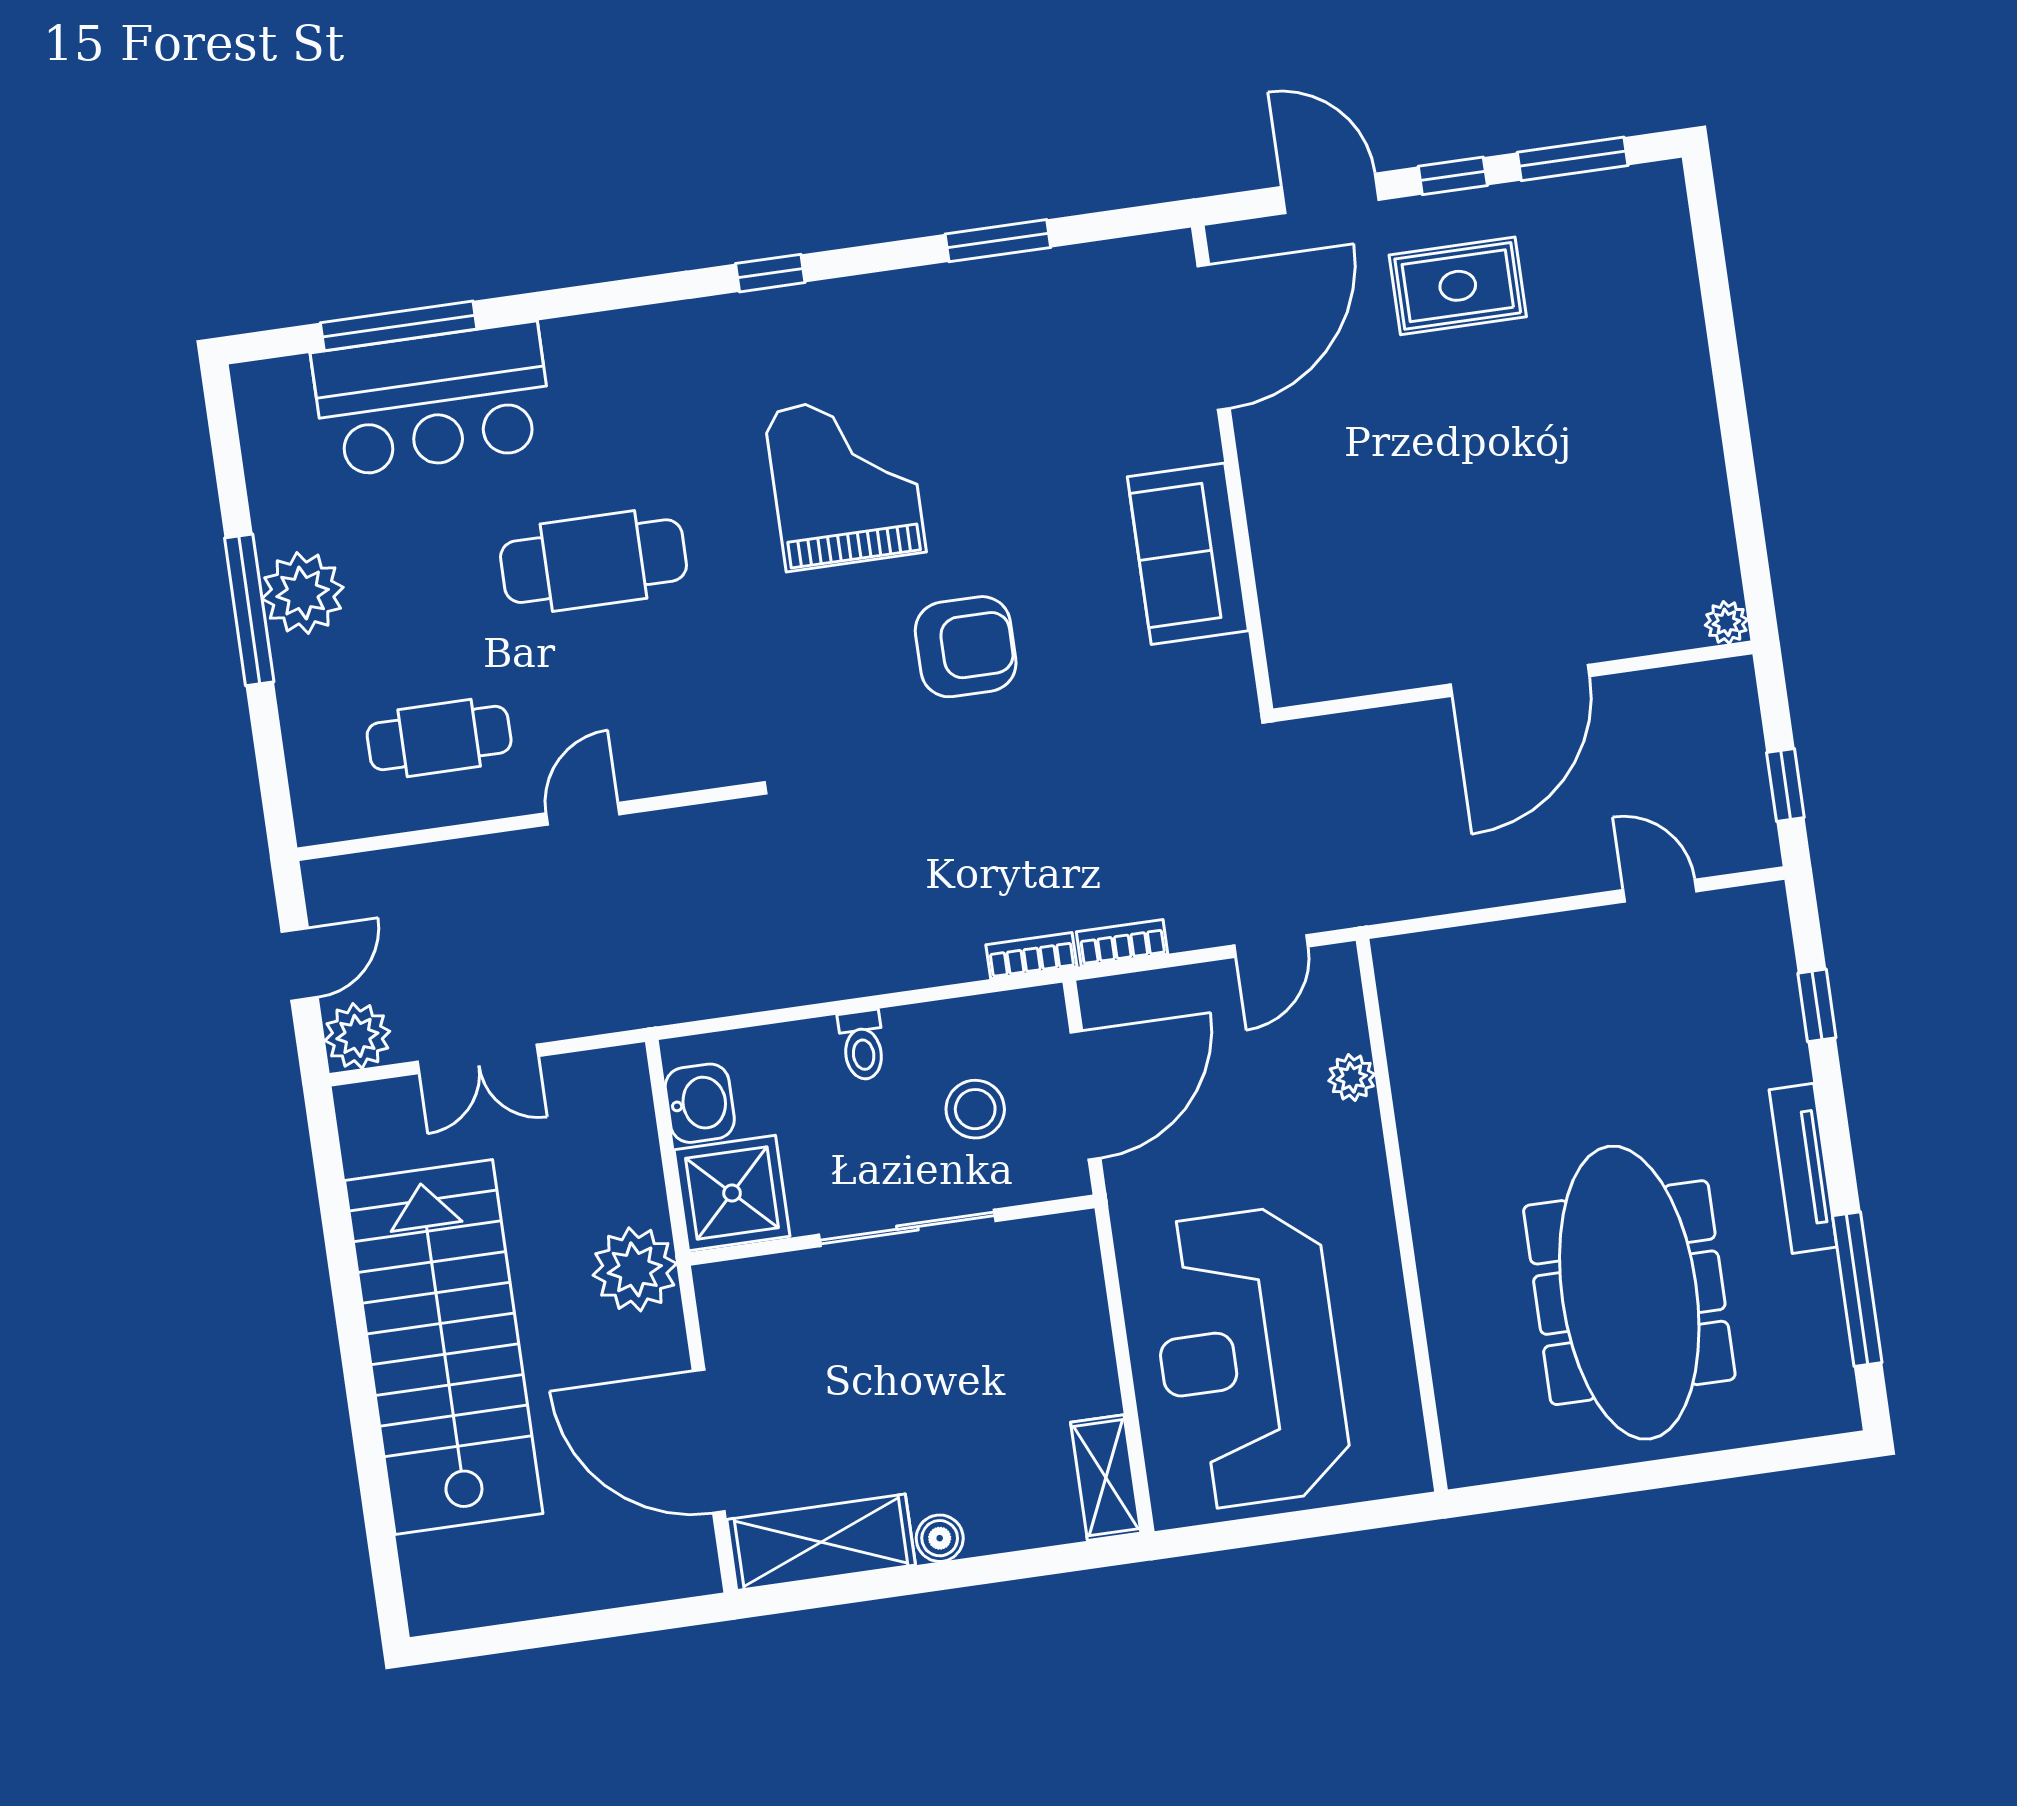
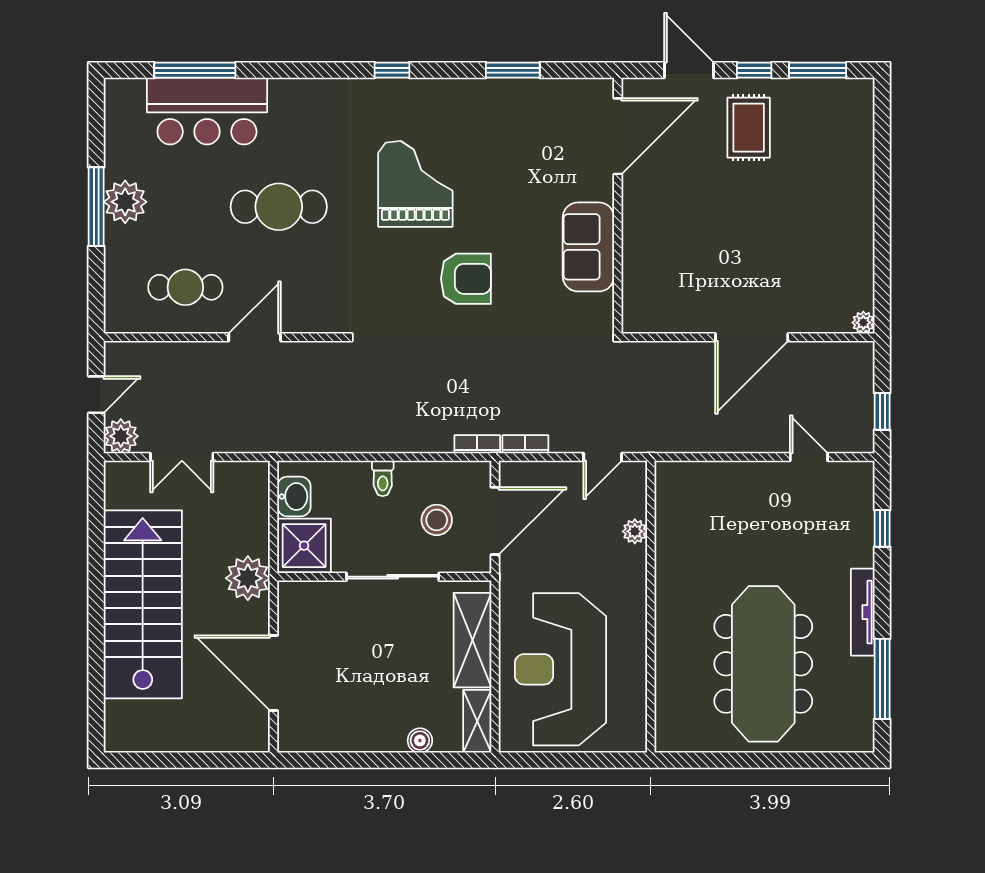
rug: (1458, 286) -> (749, 128), turned 90
door: (583, 814) -> (255, 337), width x1.38
boiler: (940, 1538) -> (420, 740), moved
shelving: (821, 1542) -> (473, 640), moved, turned 90

